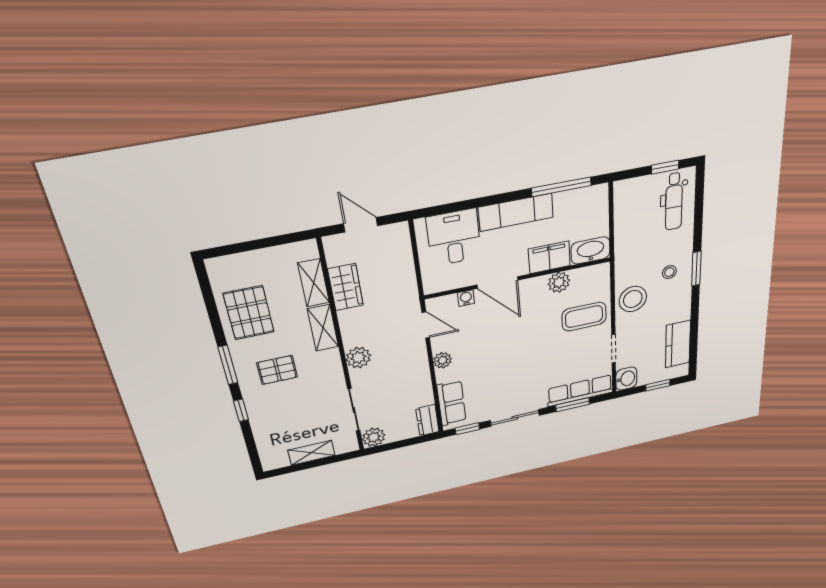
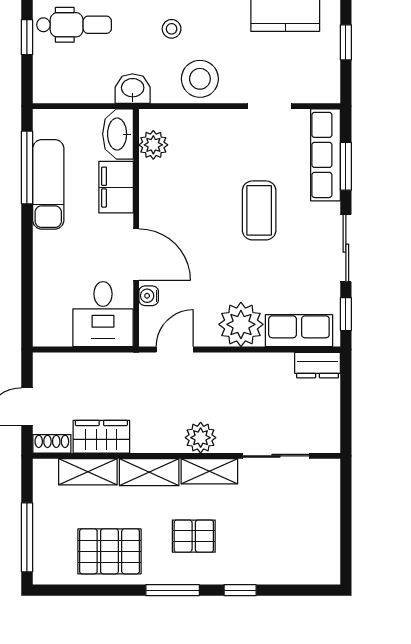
exam couch: (516, 212) -> (48, 184), moved
desk: (454, 238) -> (103, 314), moved, turned -90
window: (245, 247) -> (27, 537), added
shoe rack: (332, 251) -> (52, 444), added
plant: (559, 282) -> (153, 145), moved
door: (497, 283) -> (136, 255), hinge flipped
coffee table: (584, 317) -> (259, 210), moved
plant: (442, 360) -> (241, 324), width x1.87, depth x1.87
pallet: (277, 370) -> (194, 536), turned 90
washbasin: (626, 379) -> (133, 89), moved
plant: (374, 437) -> (325, 438), removed
shelving: (311, 453) -> (209, 471), moved, turned 90

